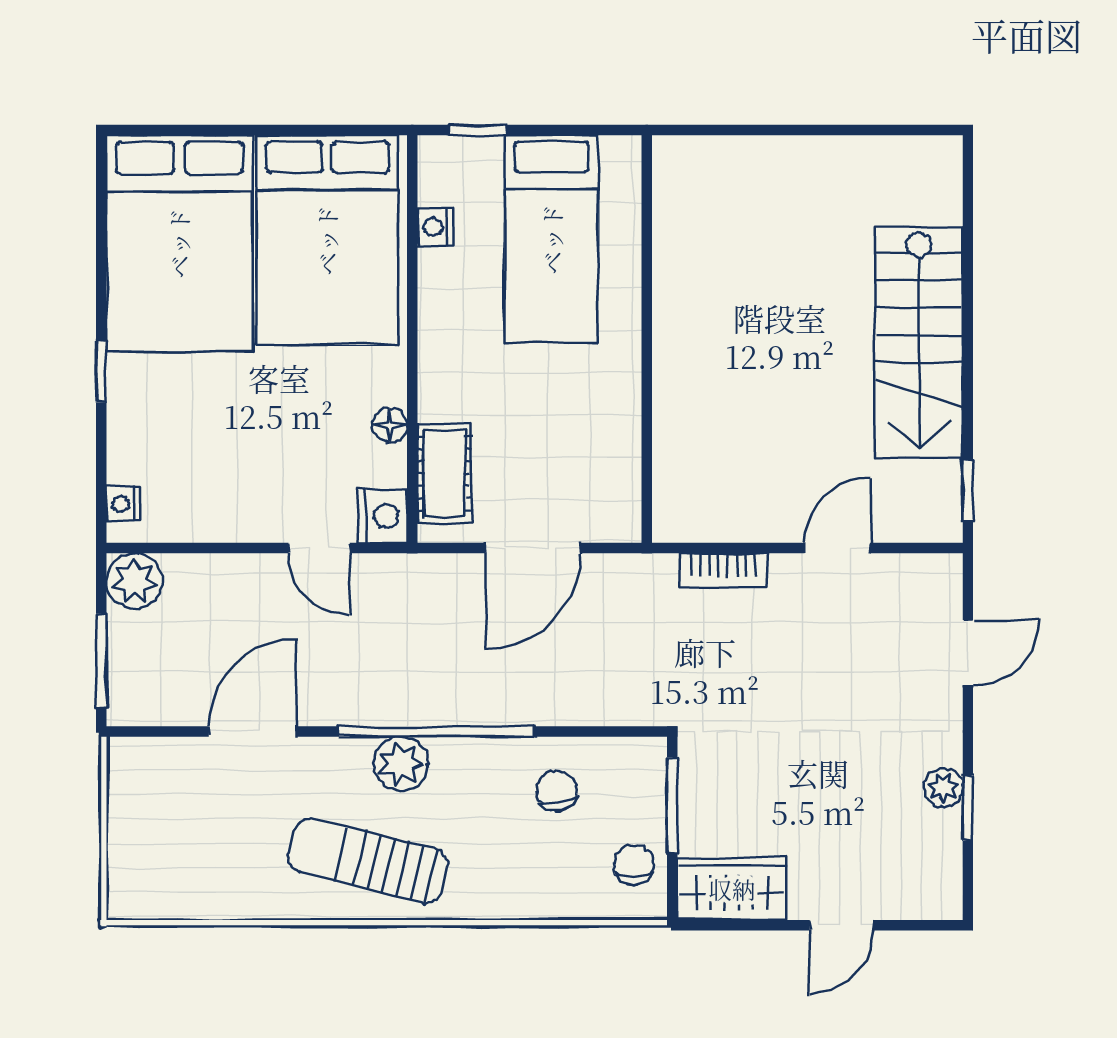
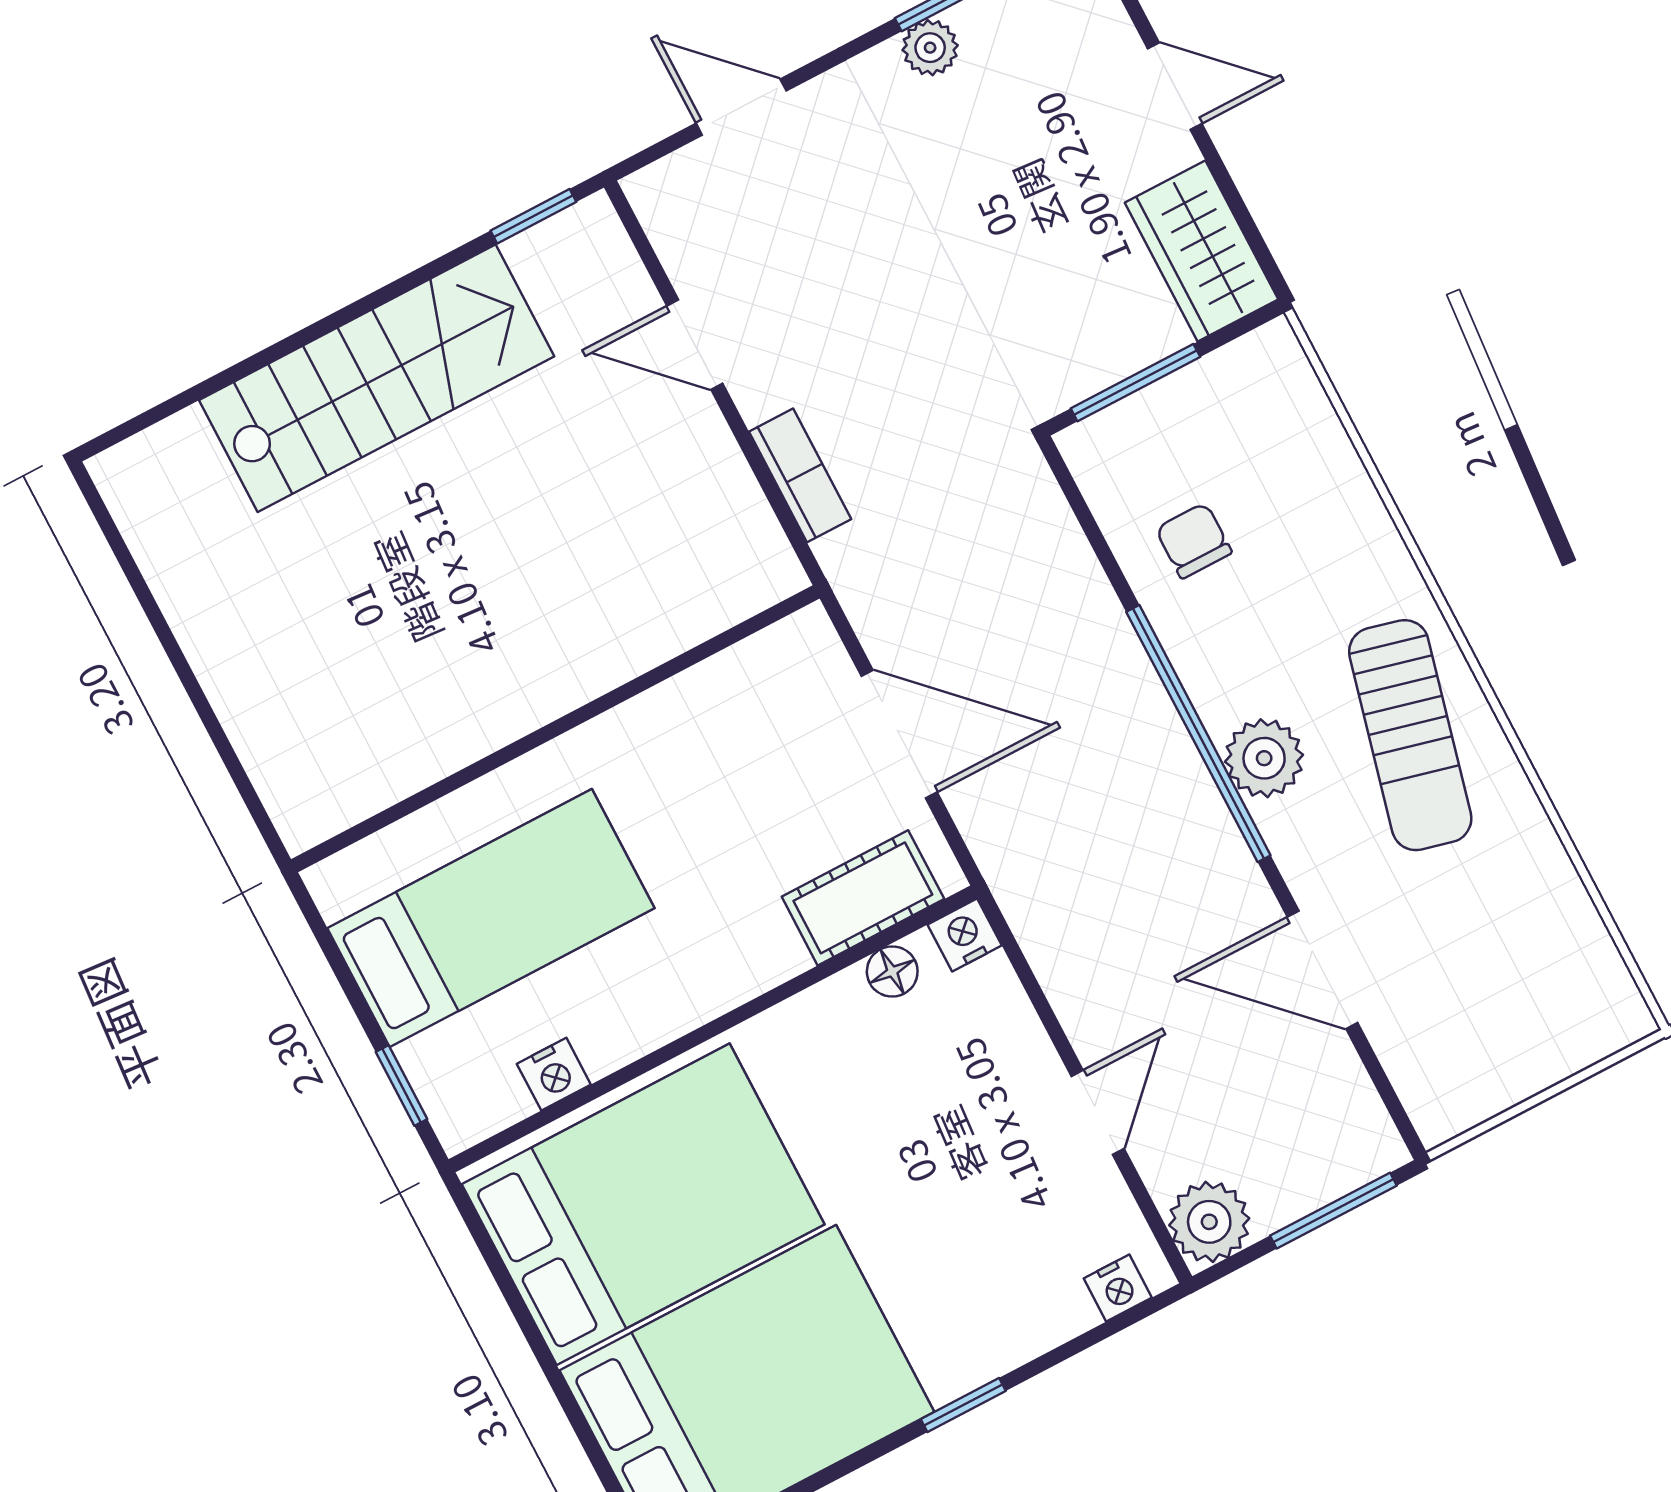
floor lamp: (390, 425) -> (892, 971), moved
nightstand: (382, 516) -> (965, 935), width x0.72, depth x0.74
door: (319, 548) -> (1098, 1112), moved
chair: (557, 791) -> (1194, 541), turned 100
chair: (634, 864) -> (1236, 392), removed

